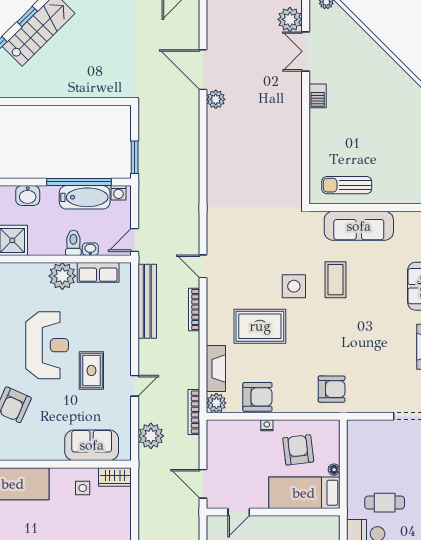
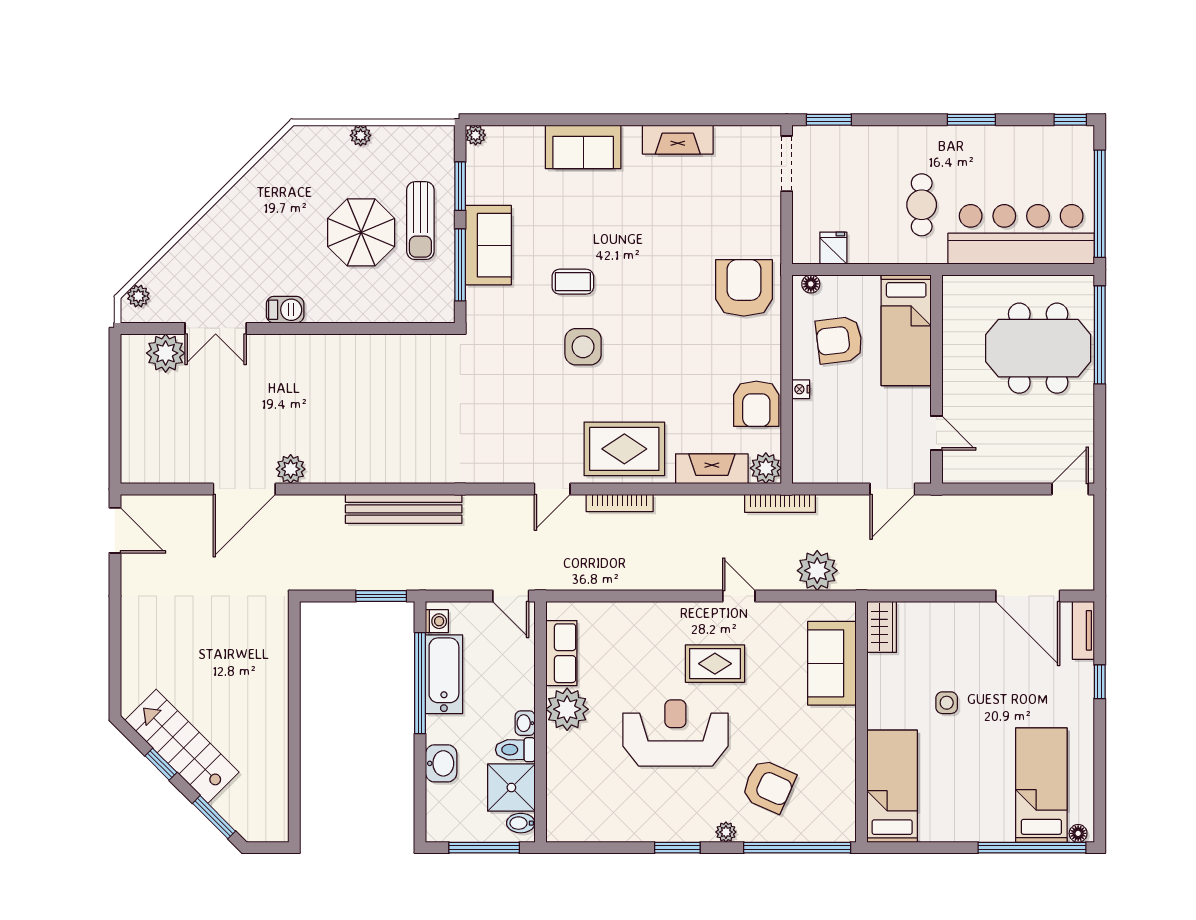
parasol: (367, 144) -> (361, 232), added
sun lounger: (347, 185) -> (420, 221), moved
window: (346, 208) -> (460, 265), added
window: (397, 208) -> (460, 186), added
sofa: (359, 226) -> (488, 245), width x0.73
toilet: (73, 243) -> (515, 750), moved
washbasin: (90, 249) -> (525, 723), moved
coffee table: (335, 280) -> (573, 282), width x0.73, depth x0.77
bench: (147, 301) -> (404, 509), moved
rug: (260, 326) -> (624, 449), moved, turned 90
armchair: (332, 389) -> (744, 288), width x1.36, depth x1.36
armchair: (257, 397) -> (756, 404), turned 180
fridge: (357, 446) -> (833, 248), added
floor lamp: (334, 470) -> (811, 284), moved
side table: (83, 488) -> (947, 703), moved

